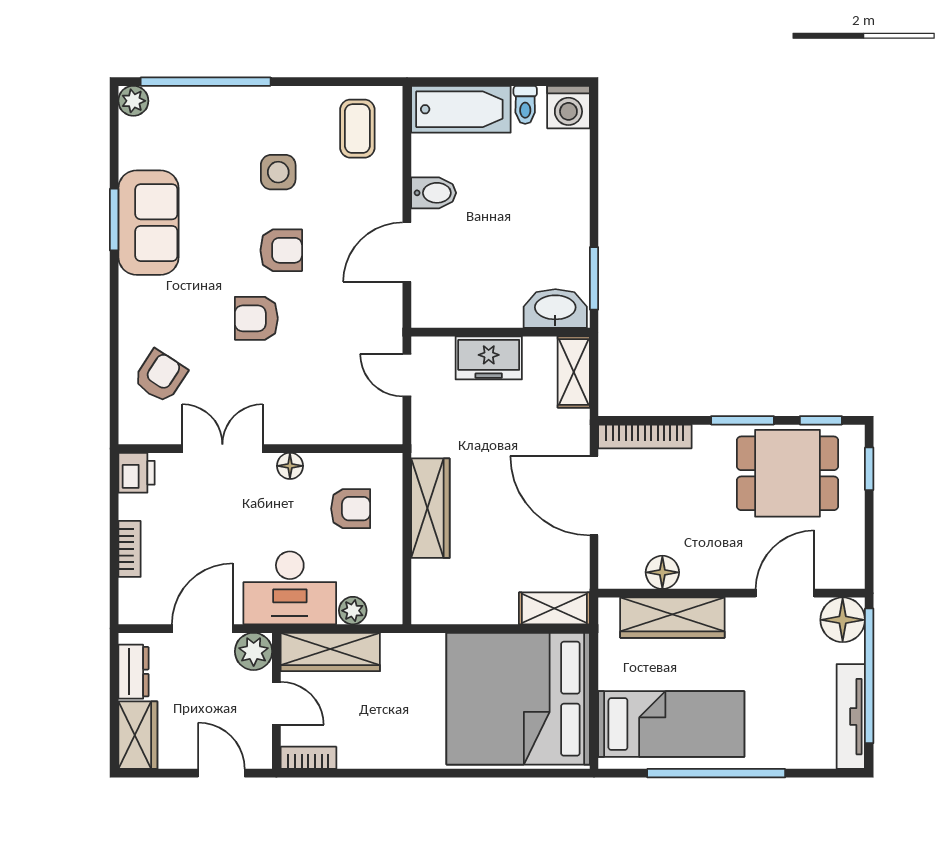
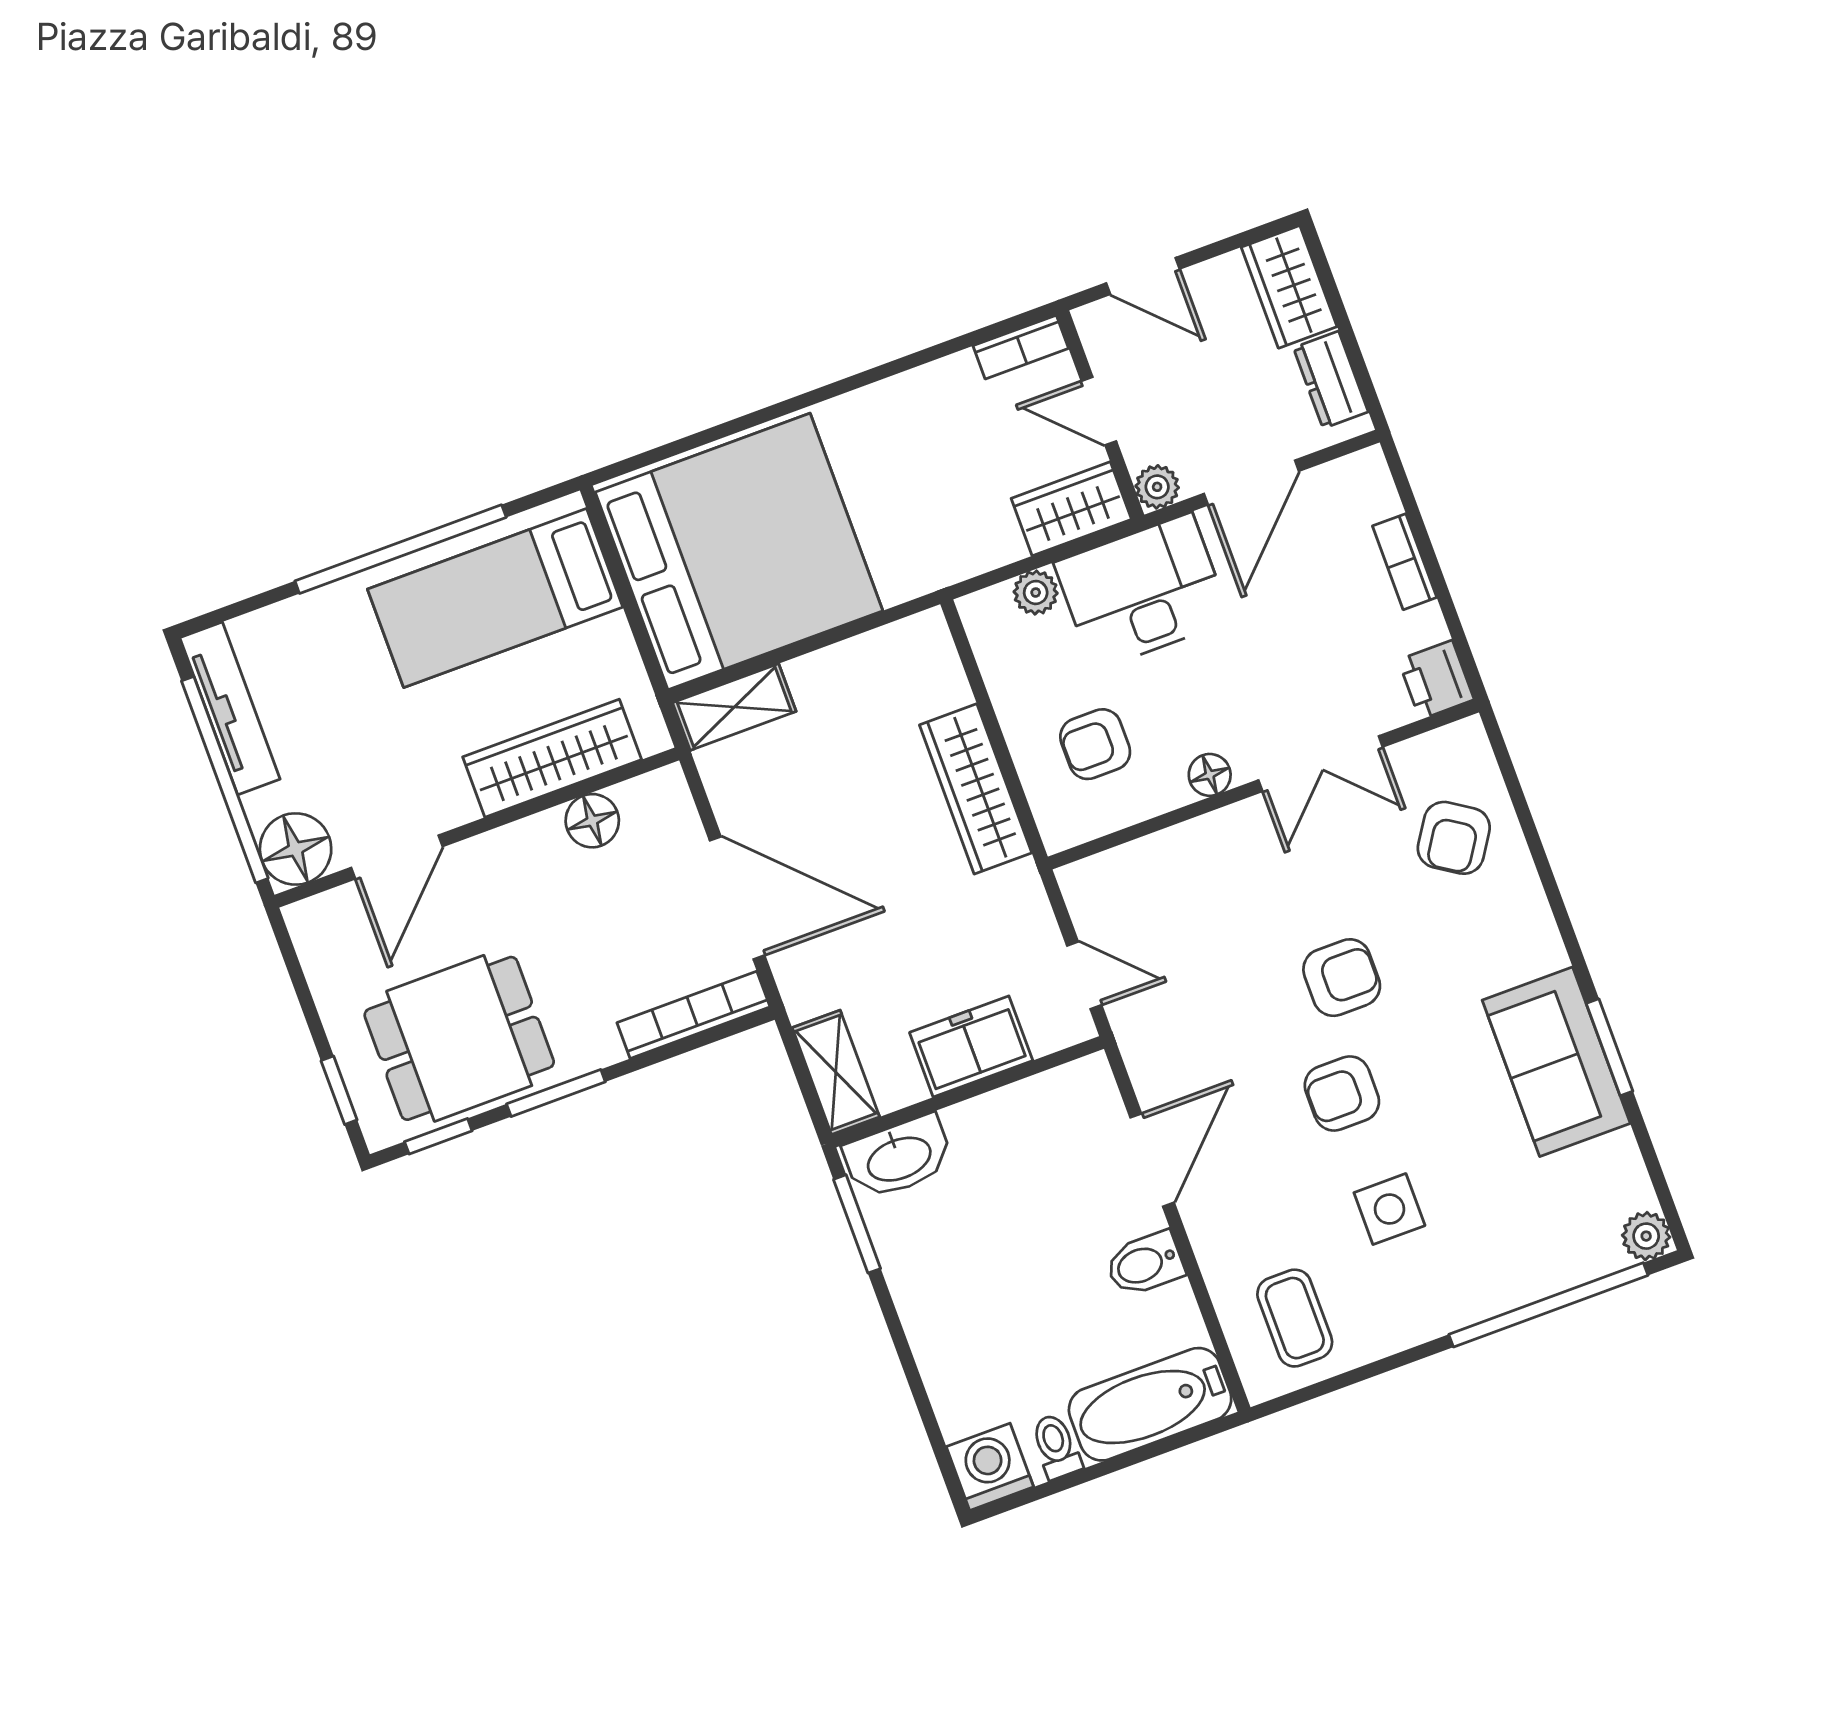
plant: (254, 651) -> (1157, 487), width x0.73, depth x0.73
wardrobe: (330, 652) -> (1071, 509), width x0.67

